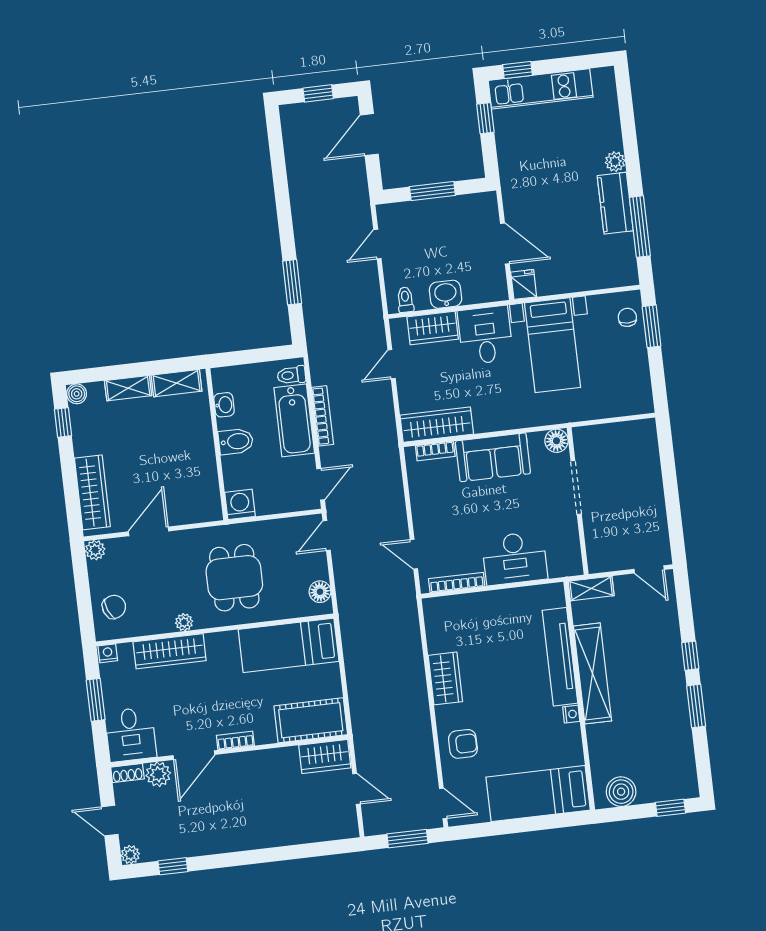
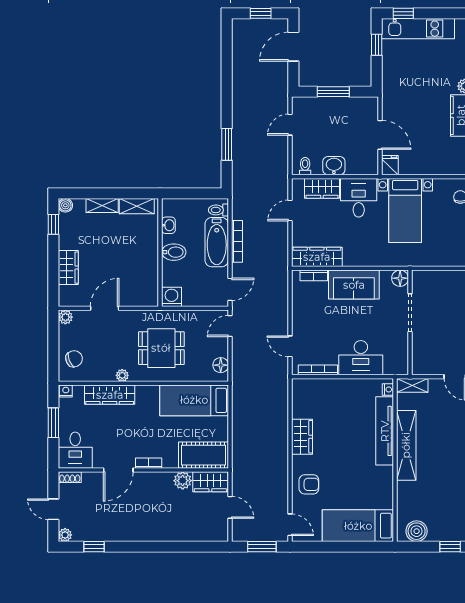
wardrobe: (92, 492) -> (68, 268), width x0.67
dining table: (234, 578) -> (161, 348), turned 90
nightstand: (571, 714) -> (388, 389), moved
plant: (158, 774) -> (183, 481), moved

